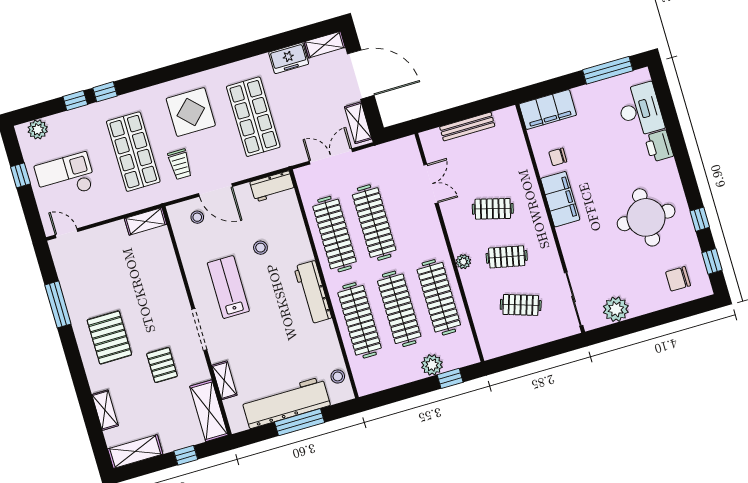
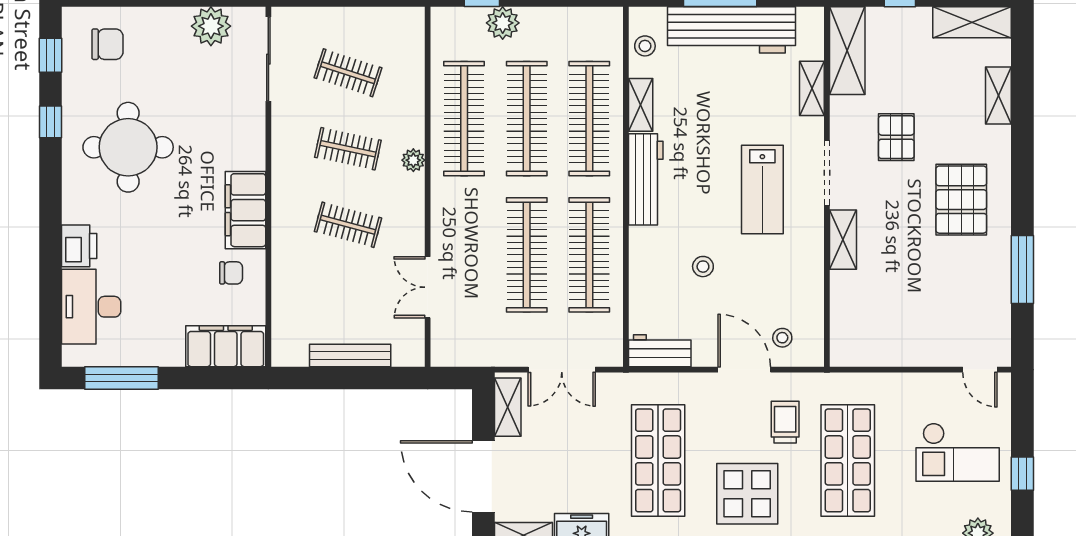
shelving: (146, 221) -> (843, 240), moved, turned 90
lab bench: (228, 287) -> (762, 190), moved
shelving: (330, 338) -> (641, 105), added

